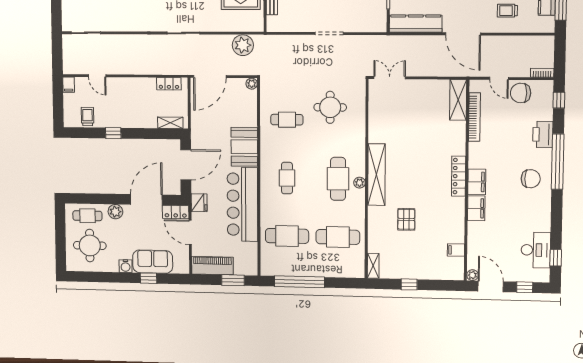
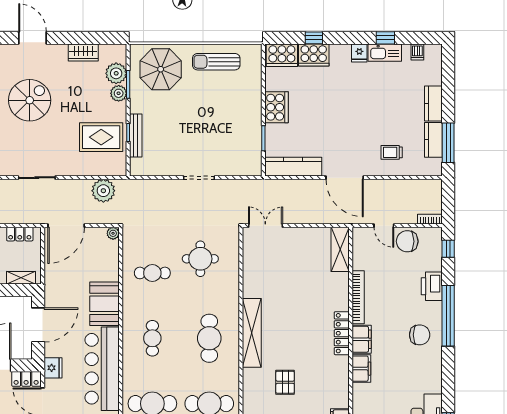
bookcase: (474, 117) -> (358, 297), moved
plant: (360, 183) -> (233, 342), removed

